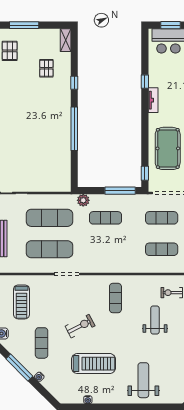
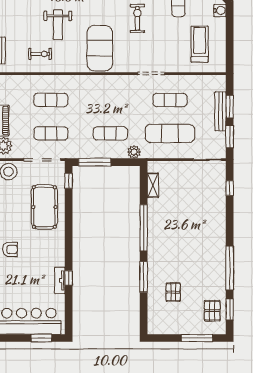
shelving: (66, 40) -> (153, 185), moved
window: (74, 83) -> (144, 277), width x2.17
tv unit: (153, 100) -> (60, 280), moved
exercise mat: (49, 249) -> (170, 100), width x0.73, depth x0.69
exercise mat: (115, 298) -> (100, 48), width x2.00, depth x1.45
exercise bike: (80, 326) -> (137, 18), turned 117

